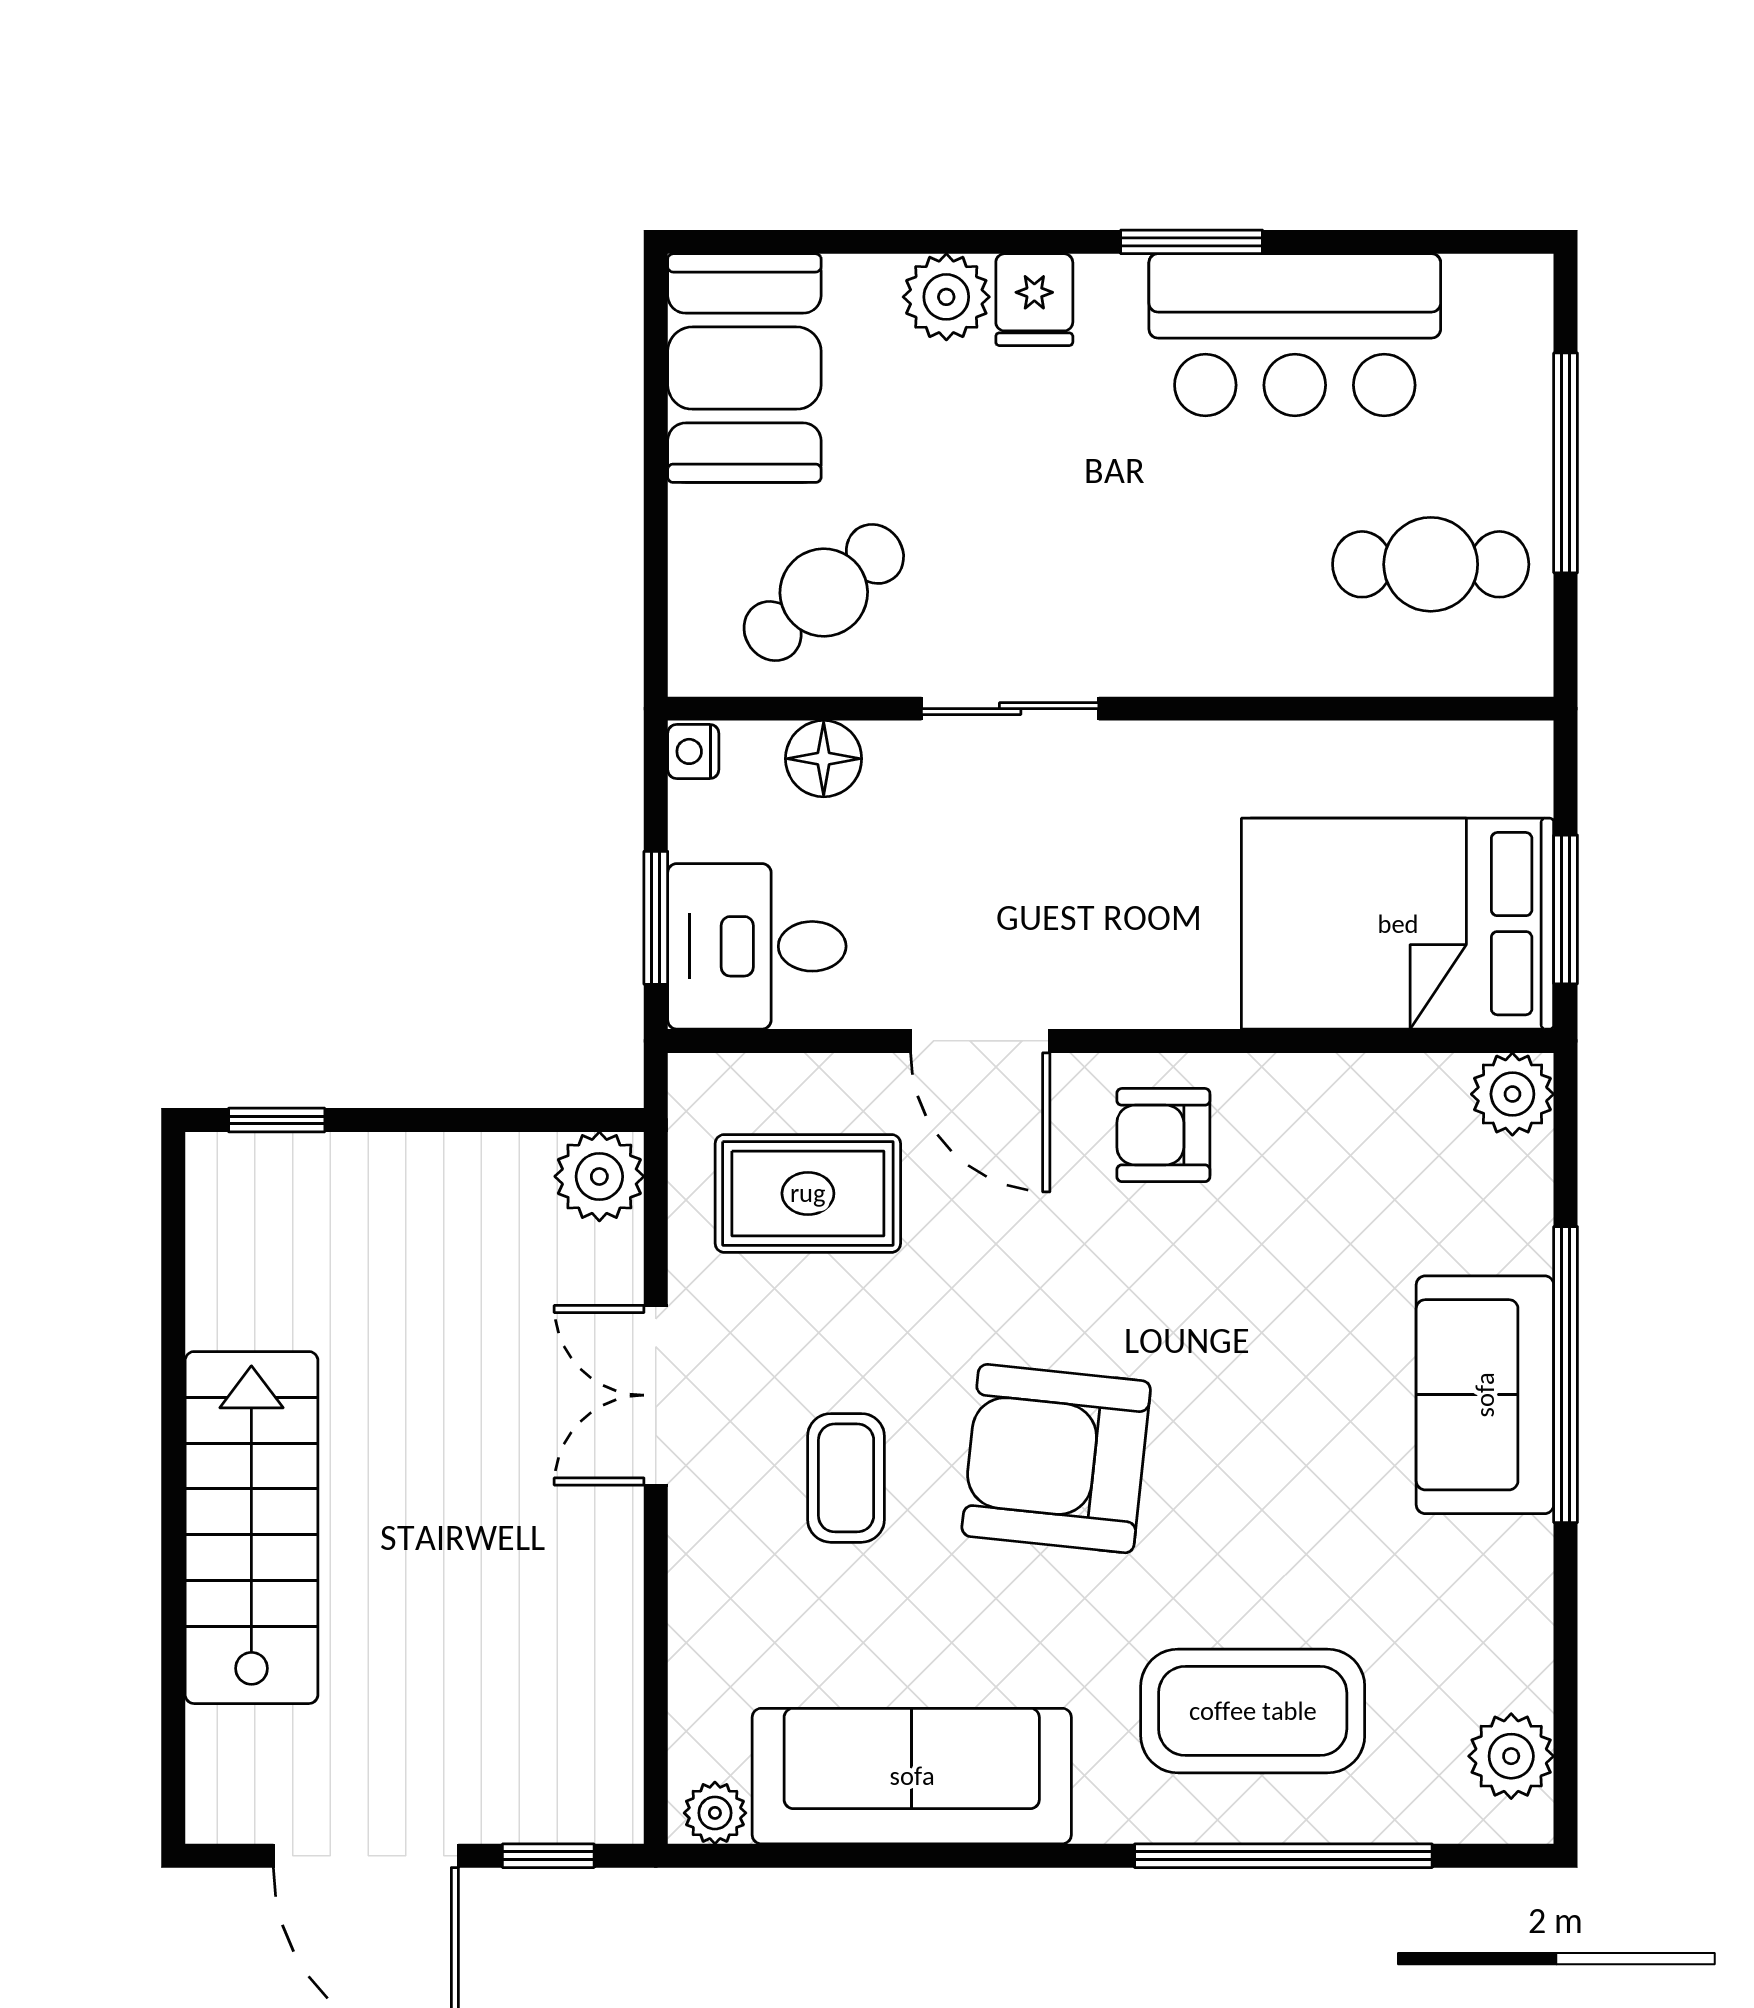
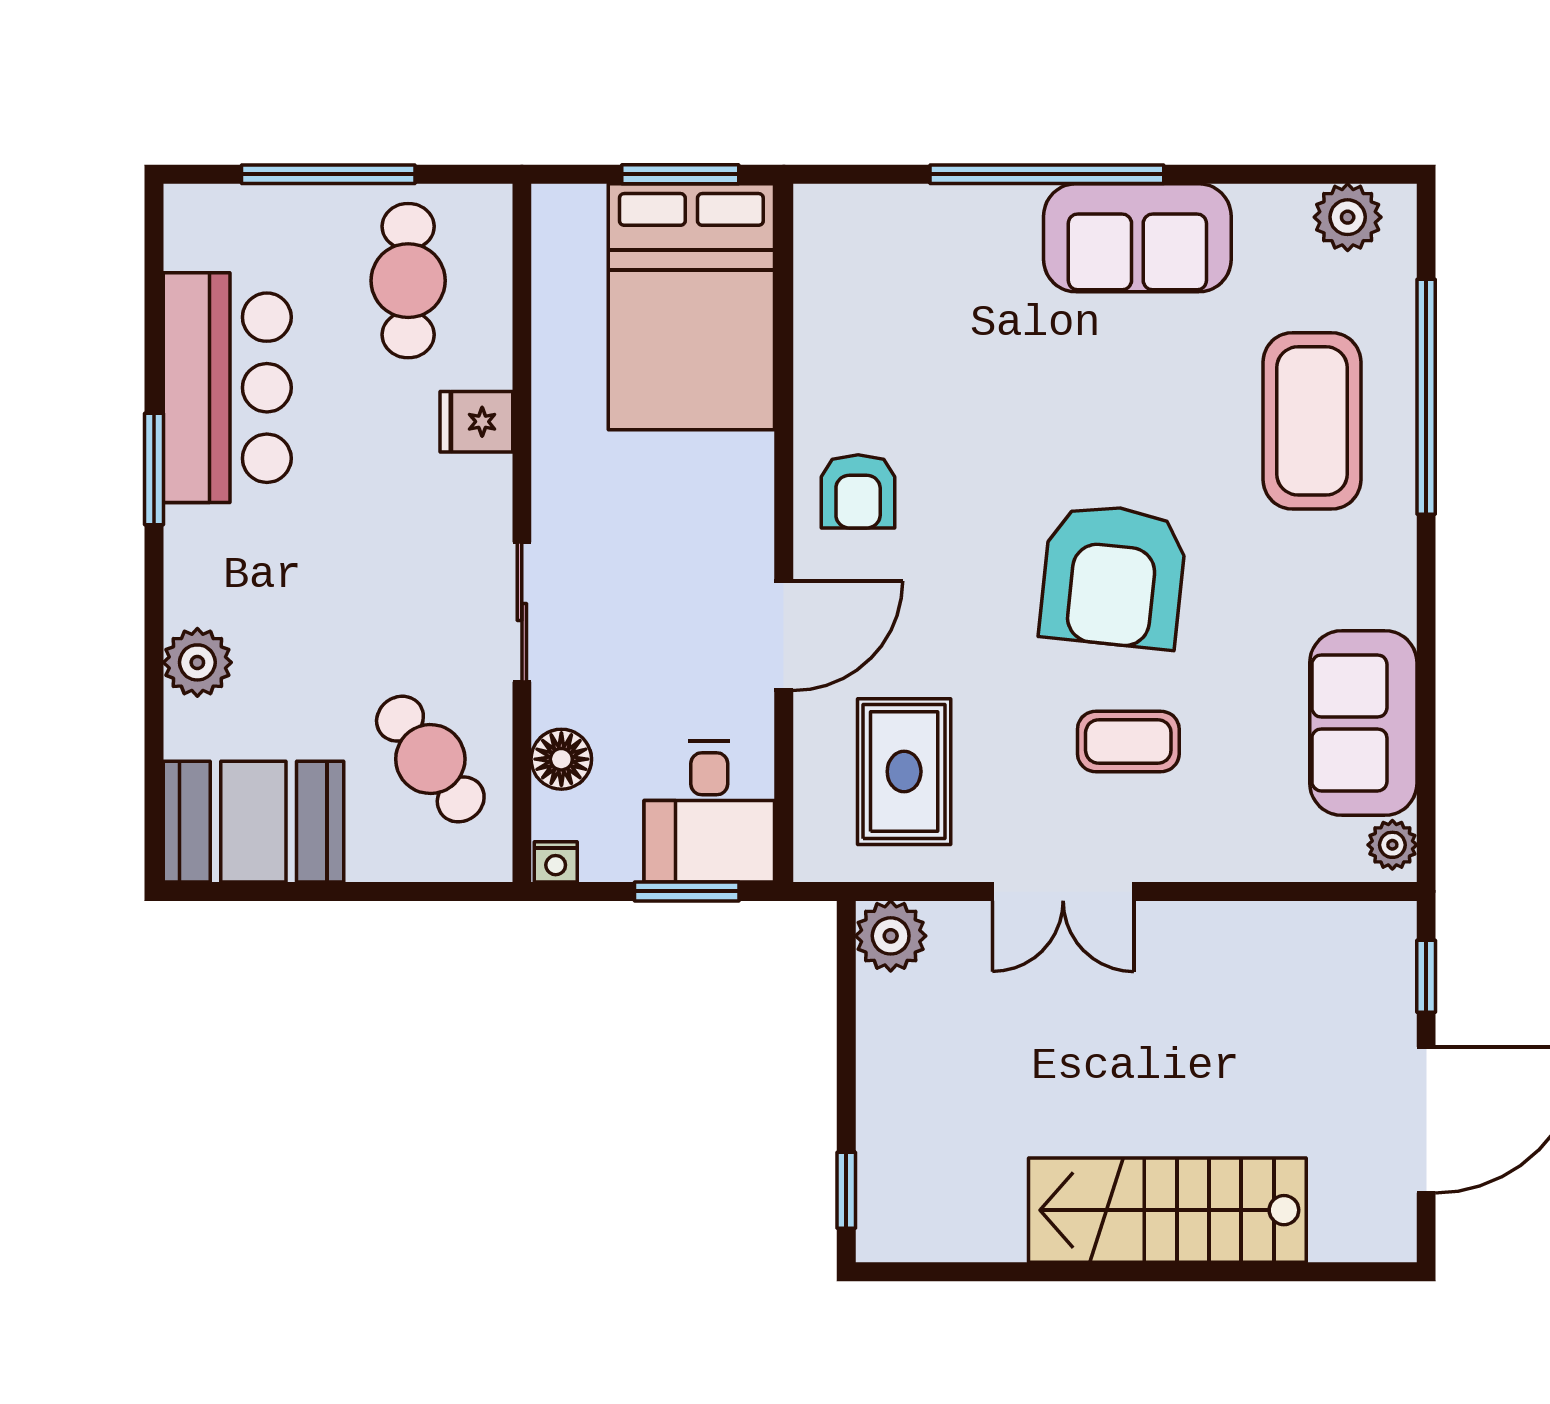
fridge: (1034, 300) -> (476, 422), moved, turned 180
plant: (1512, 1094) -> (826, 216), removed
sofa: (1485, 1395) -> (1137, 238), moved
sofa: (912, 1776) -> (1363, 723), width x0.73

